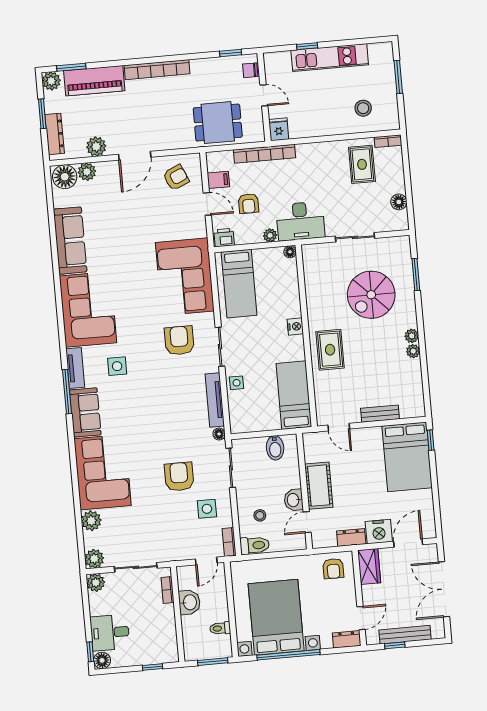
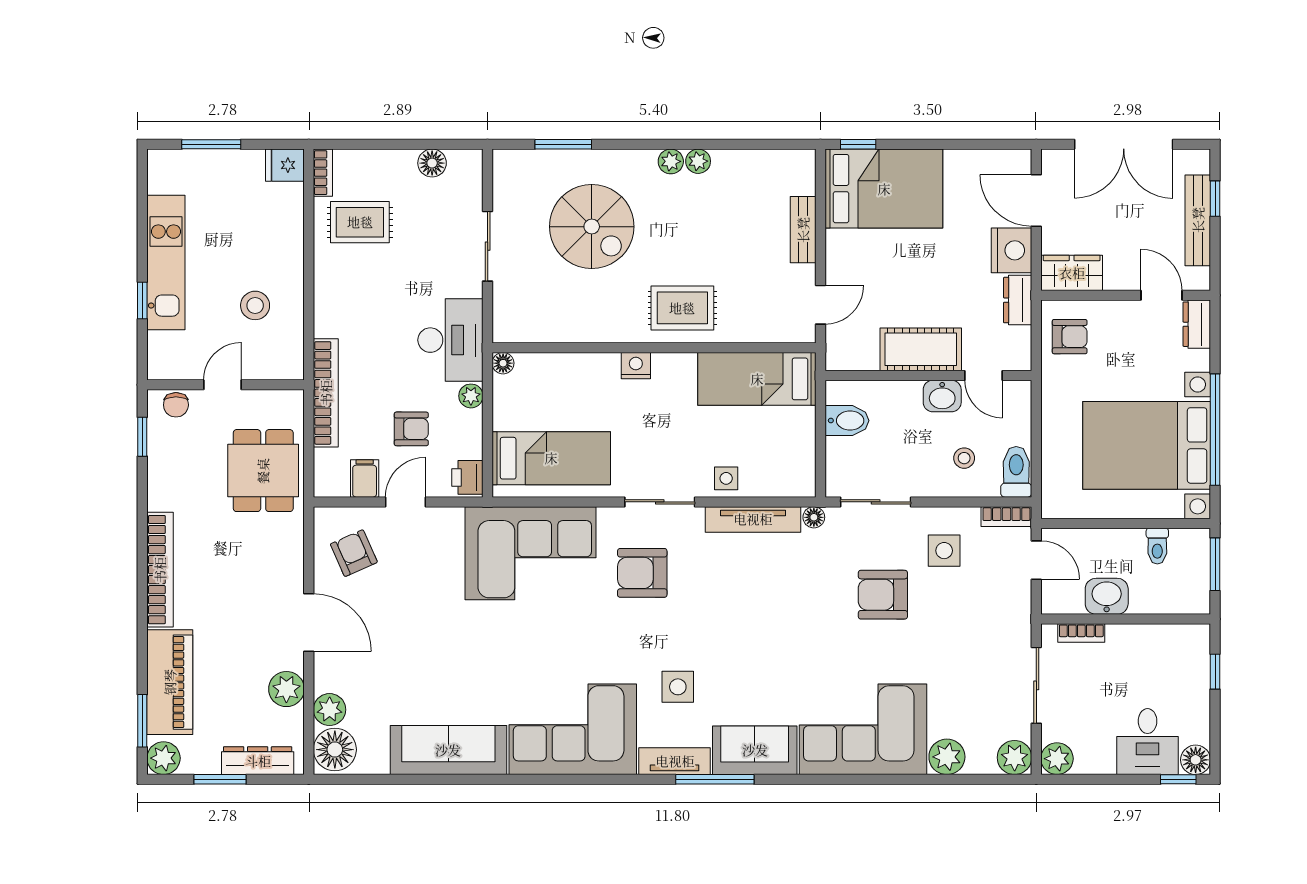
stool: (363, 108) -> (255, 305), moved
fridge: (279, 129) -> (285, 165), moved
window: (395, 645) -> (1215, 199), moved

